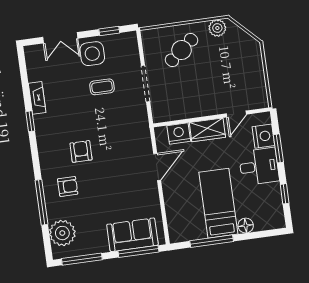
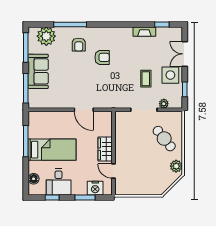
plant: (133, 57) -> (164, 104), added
window: (30, 121) -> (162, 25), moved
nightstand: (179, 134) -> (105, 128), removed
desk: (259, 166) -> (59, 182), moved
floor lamp: (246, 226) -> (34, 179), moved
sofa: (132, 235) -> (38, 71), moved

